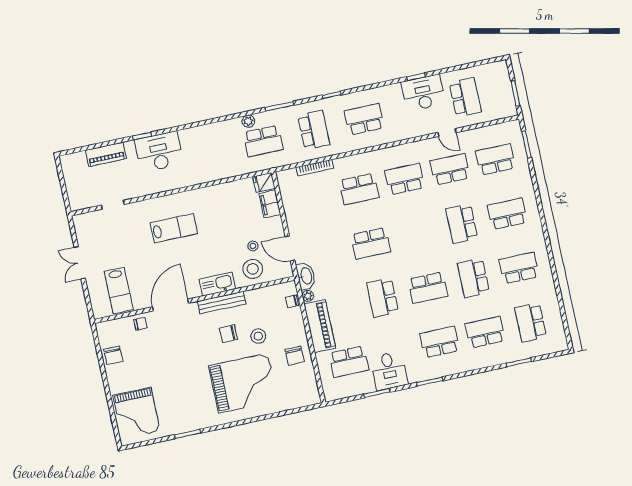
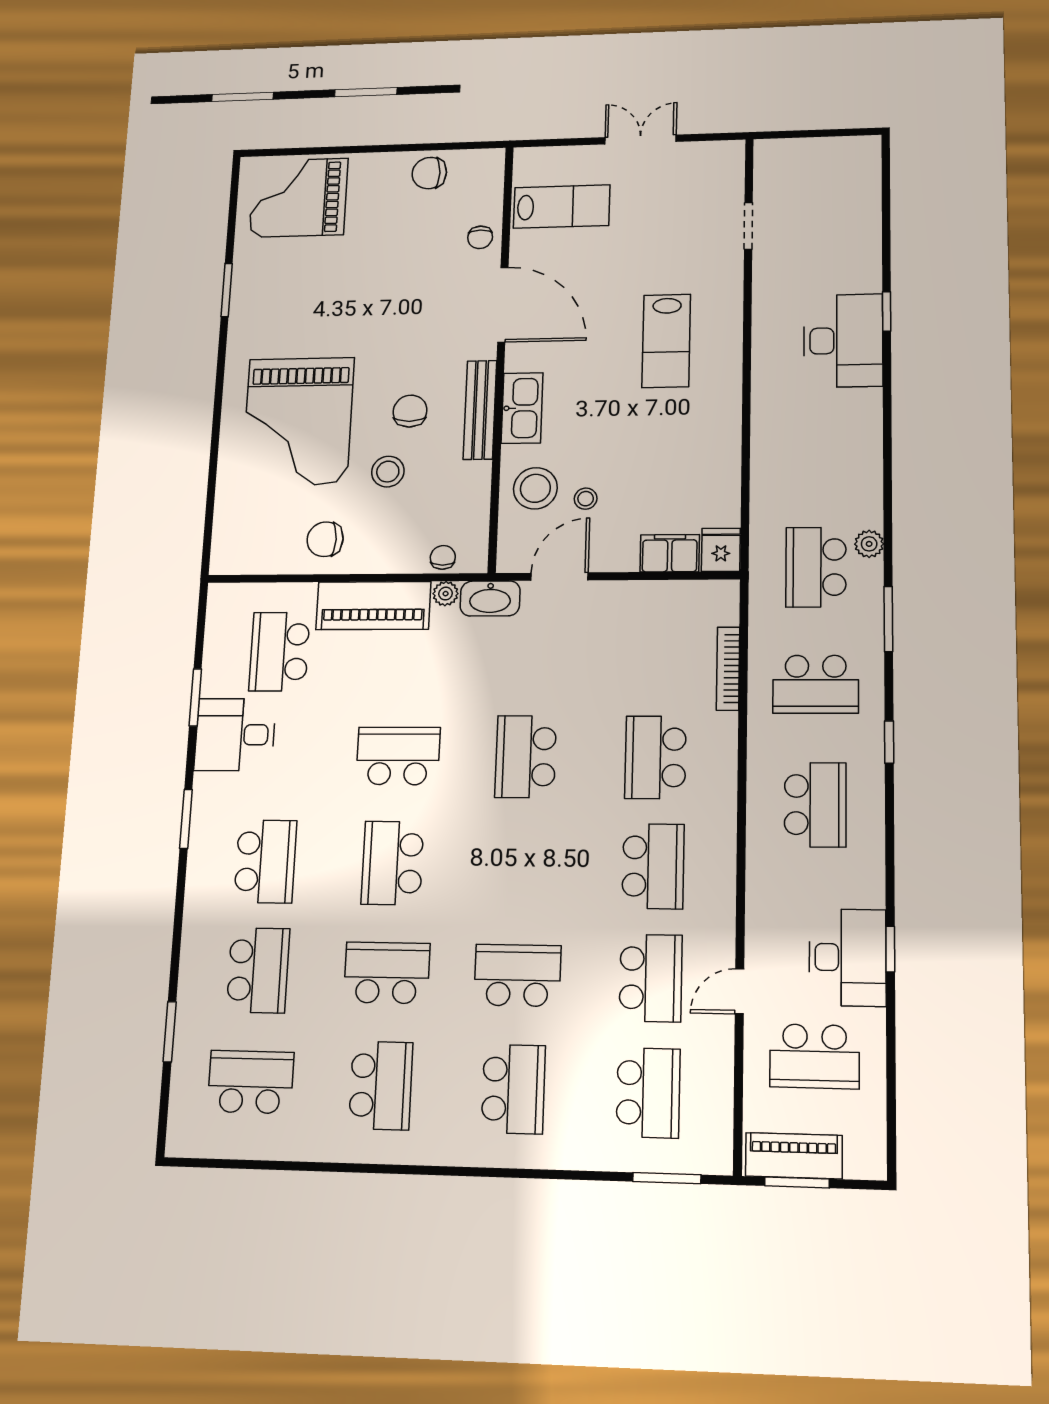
piano: (106, 154) -> (794, 1156), moved, turned 90
lab bench: (119, 290) -> (562, 206), turned 180

